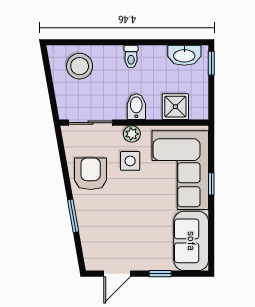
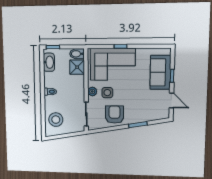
bidet: (136, 107) -> (77, 54), moved
armchair: (91, 174) -> (114, 115), turned 90
sofa: (191, 241) -> (160, 72), moved, turned 90

